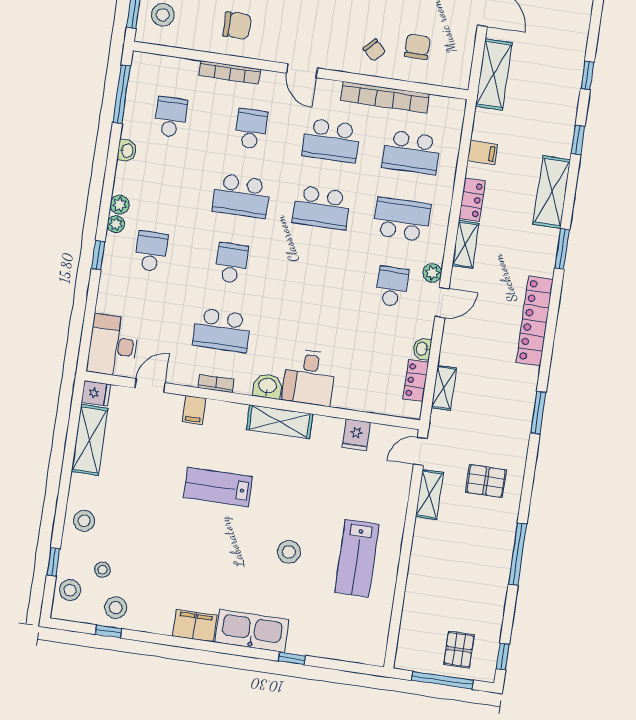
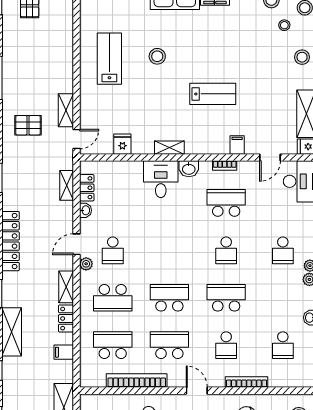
shelving: (280, 422) -> (169, 148), width x0.67, depth x0.75

